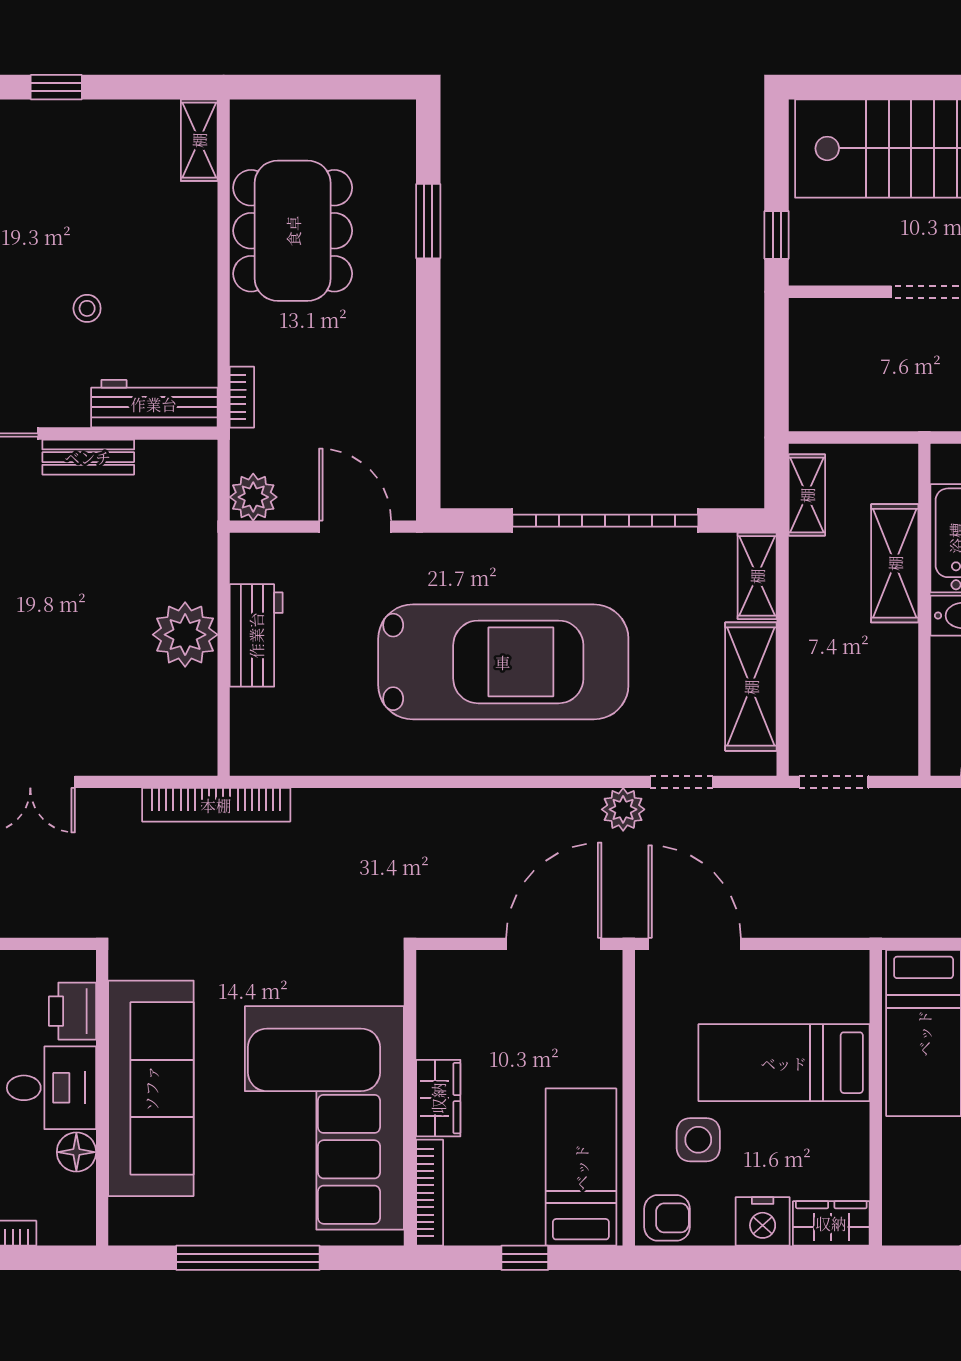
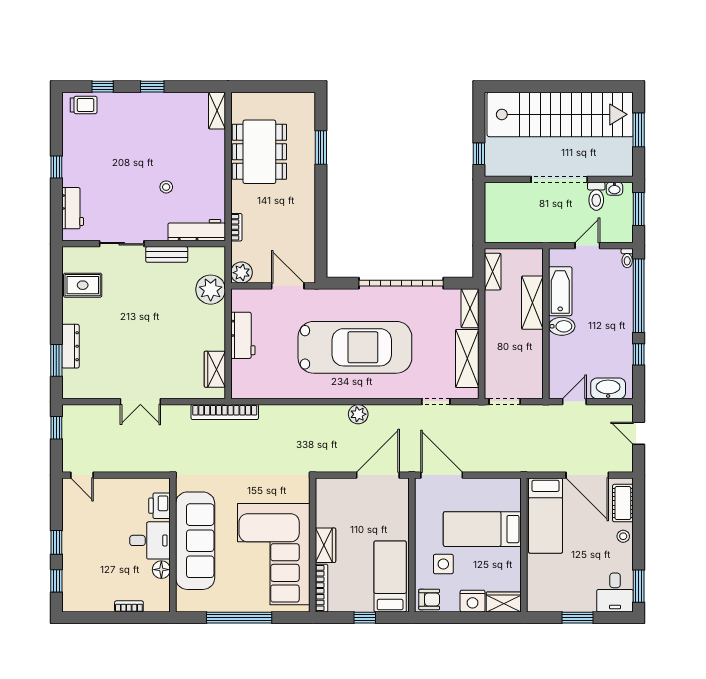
plant: (185, 635) -> (211, 290), moved
wardrobe: (194, 710) -> (215, 369), added
plant: (623, 809) -> (358, 414), moved

